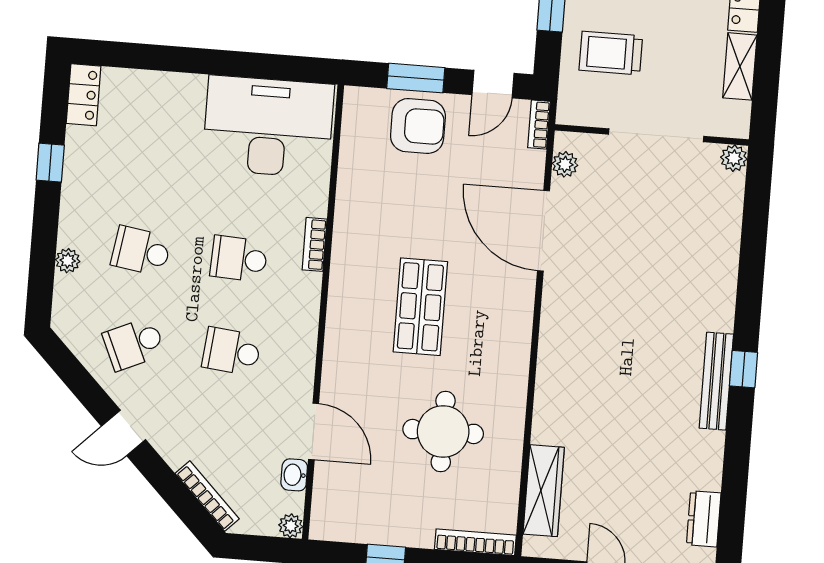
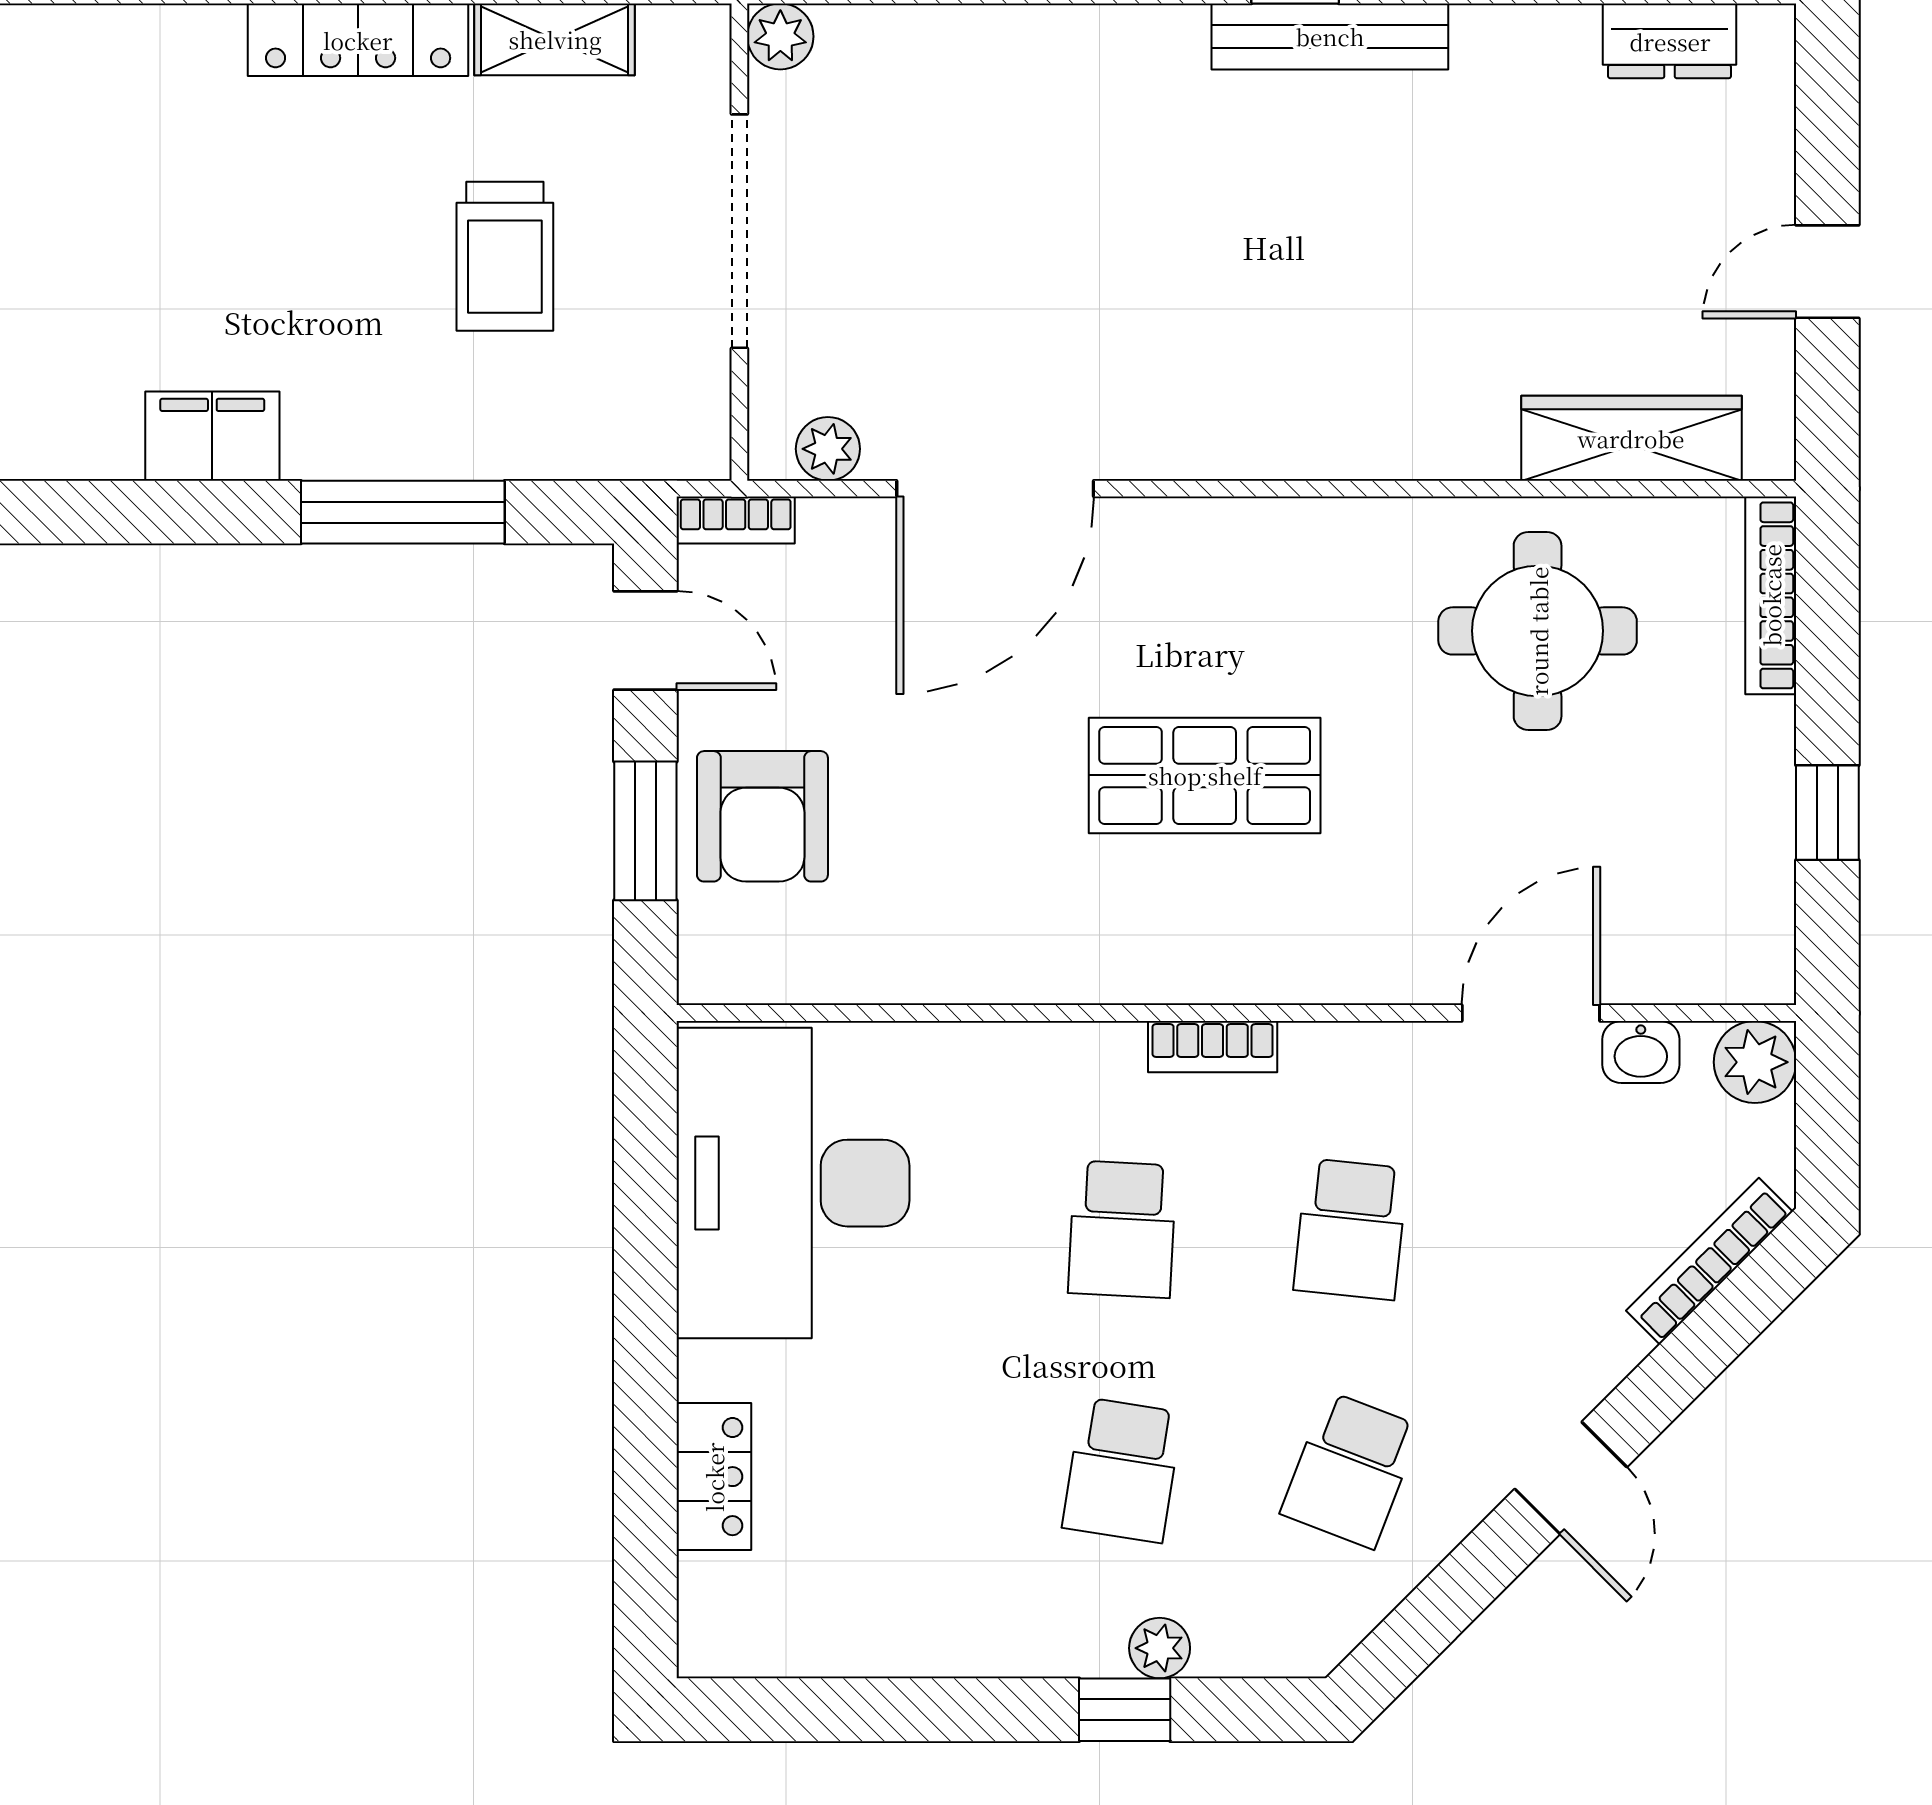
trolley: (611, 53) -> (505, 256), moved
locker: (84, 95) -> (714, 1477), moved, turned 90
armchair: (418, 126) -> (762, 816), turned 180
window: (50, 163) -> (1125, 1710), moved
bookcase: (315, 244) -> (1213, 1047), moved
school desk: (134, 344) -> (1351, 1470), turned 45
round table: (443, 432) -> (1538, 631), moved
plant: (291, 526) -> (1755, 1062), width x1.38, depth x1.38

